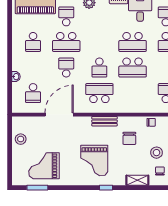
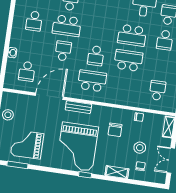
school desk: (133, 68) -> (128, 60), turned 180
bench: (105, 121) -> (78, 107), moved
grand piano: (94, 161) -> (77, 147), width x1.37, depth x1.48

